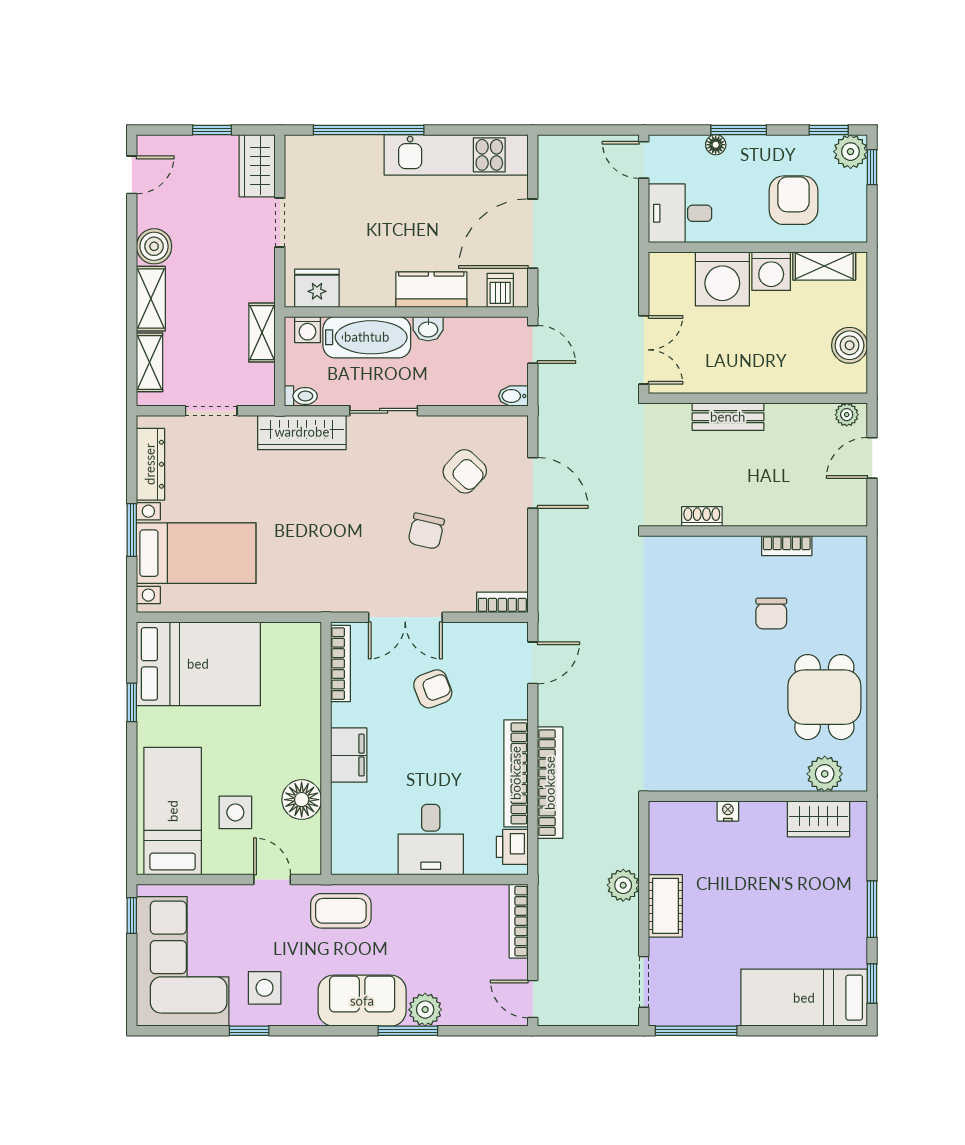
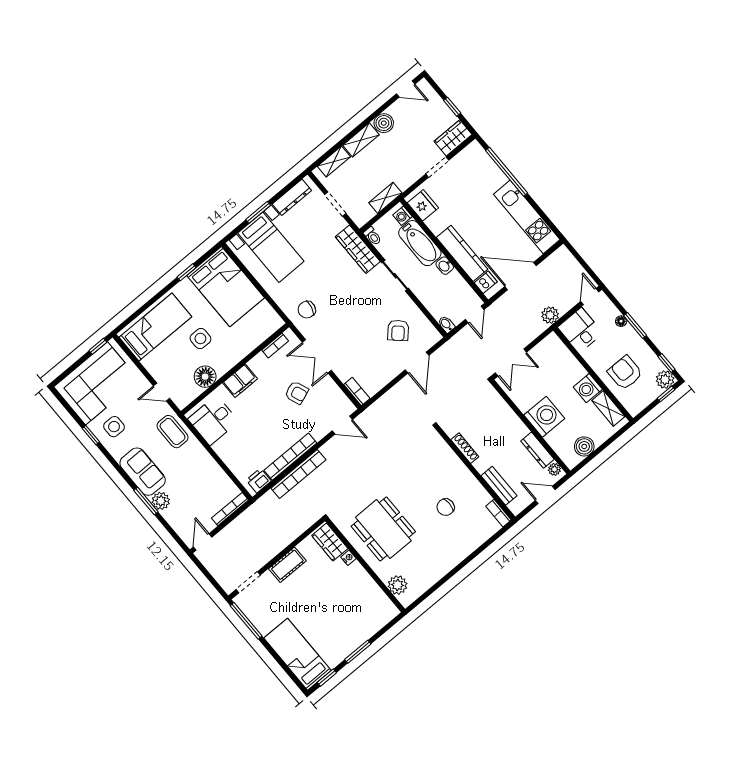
armchair: (793, 200) -> (625, 373), turned -90
washing machine: (722, 279) -> (544, 417), moved, turned 180
kitchen counter: (431, 290) -> (462, 253), width x1.50
dresser: (799, 416) -> (537, 450), added
bench: (728, 417) -> (499, 486), moved
shoe rack: (702, 517) -> (465, 448), width x1.43
chair: (426, 531) -> (307, 310), moved
bookcase: (787, 546) -> (498, 513), moved
bookcase: (341, 664) -> (275, 346), width x0.64
dining table: (824, 697) -> (383, 529), moved, width x1.38
side table: (235, 812) -> (200, 339), moved
wardrobe: (819, 819) -> (330, 542), moved
desk: (431, 840) -> (213, 420), moved
door: (272, 880) -> (162, 392), swing flipped
plant: (623, 885) -> (550, 315), moved

